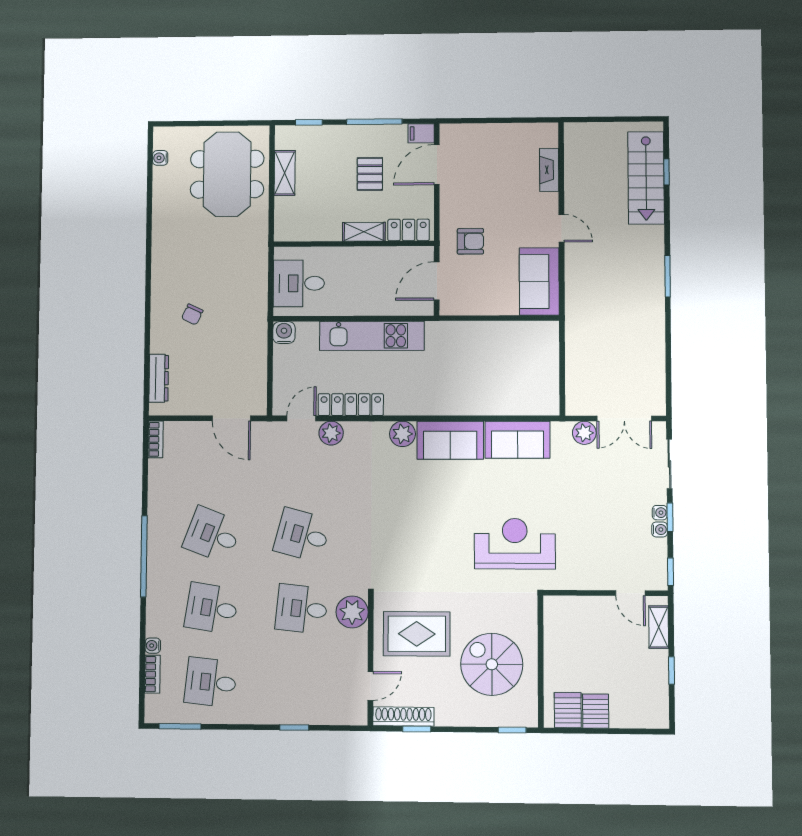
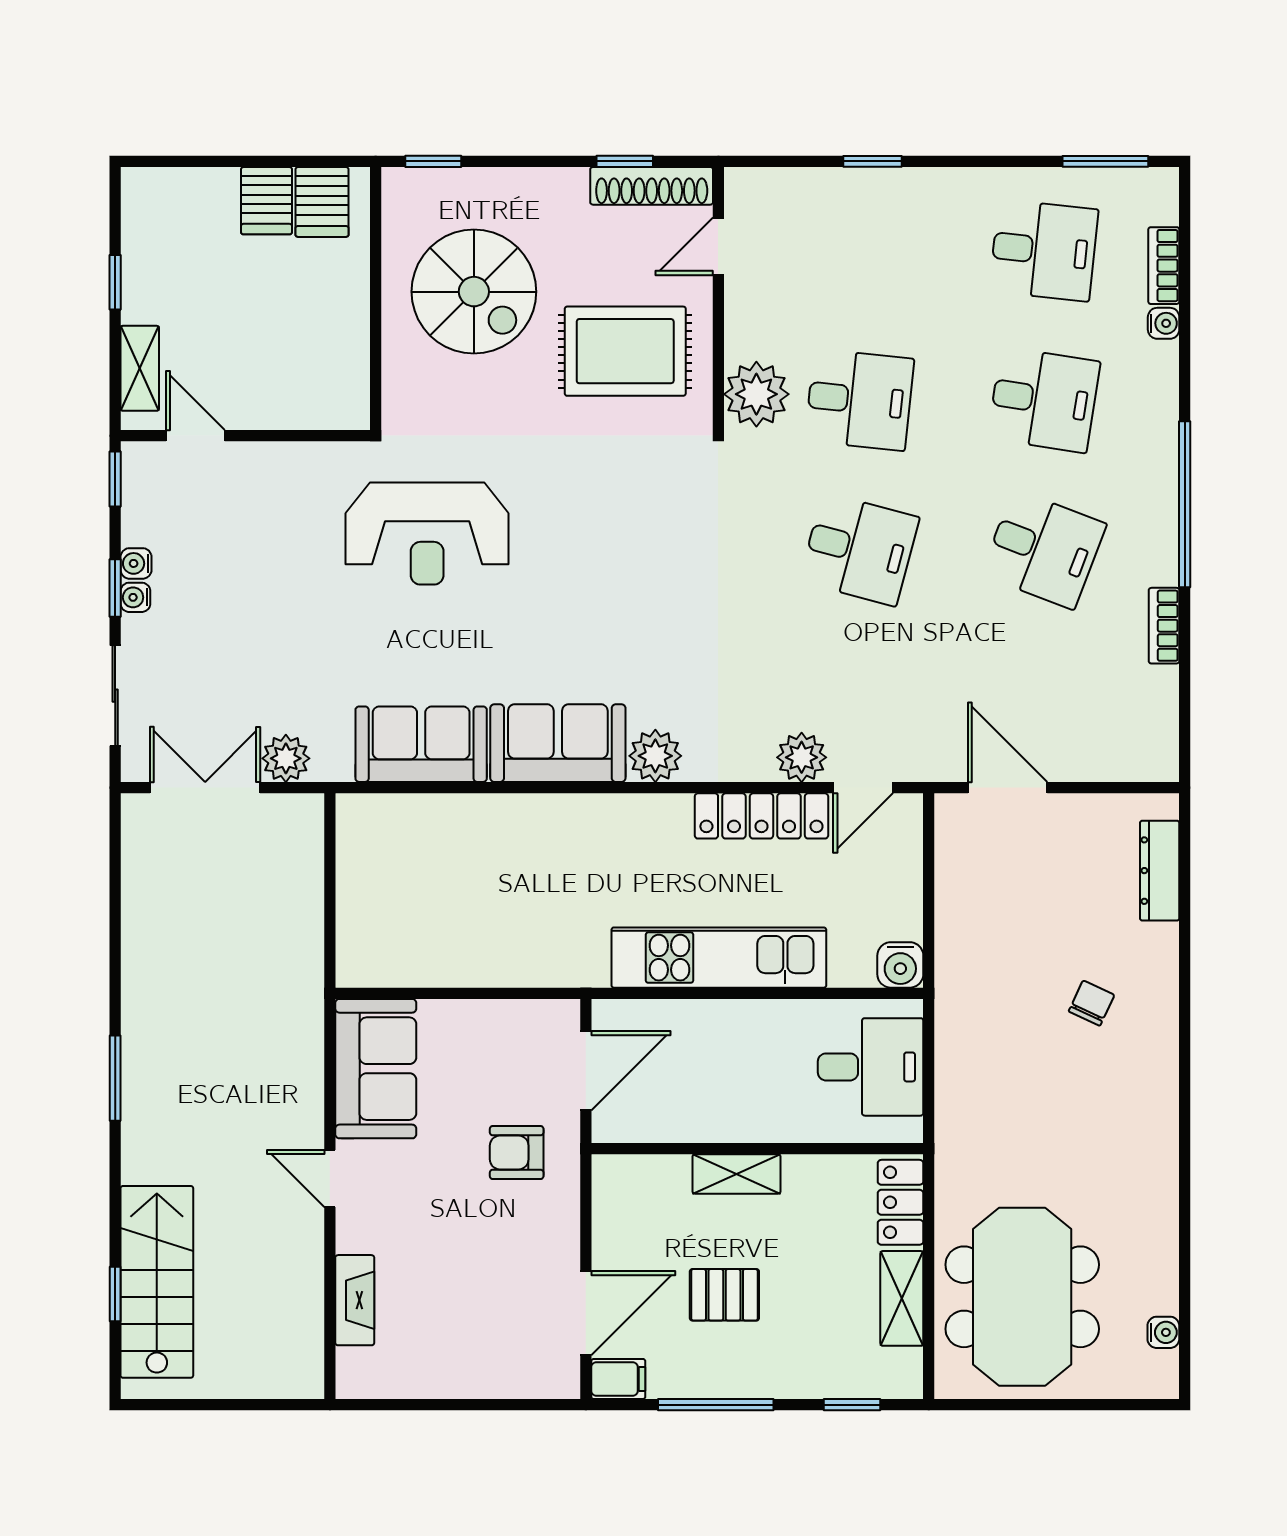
pallet: (370, 174) -> (724, 1295), turned 90
locker: (409, 230) -> (901, 1202), moved, turned 90
bookcase: (156, 439) -> (1164, 626), moved

